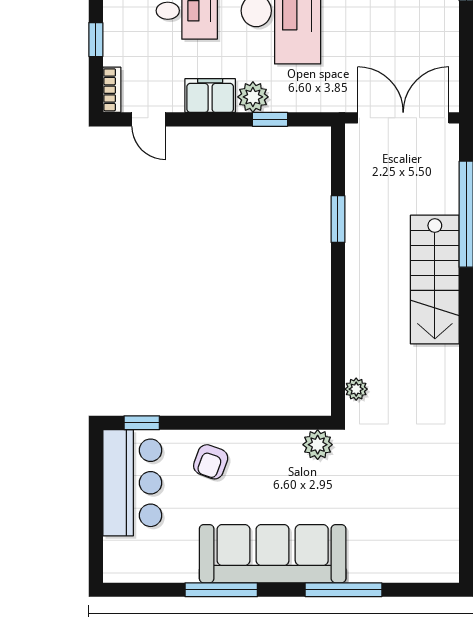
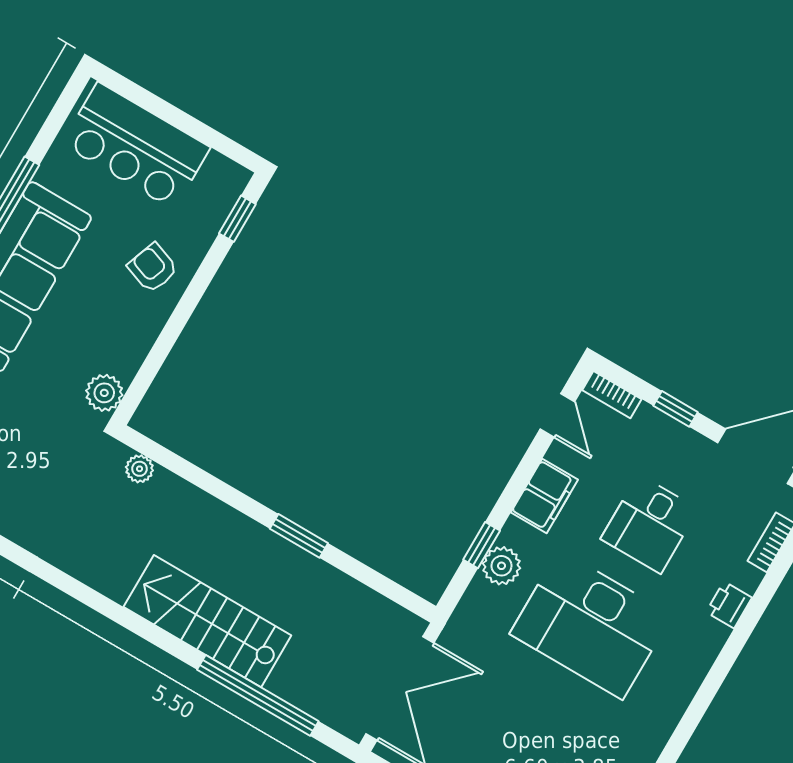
plant: (253, 97) -> (501, 566), moved
door: (149, 119) -> (557, 415), swing flipped
window: (338, 219) -> (299, 536), moved
bar counter: (132, 483) -> (136, 146), moved

